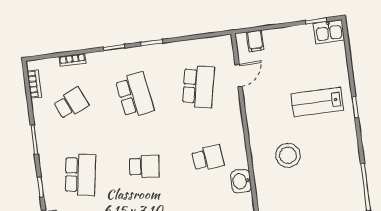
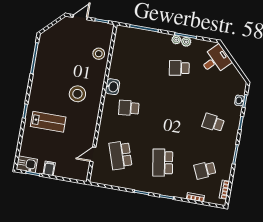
filing cabinet: (255, 41) -> (49, 168), moved
school desk: (199, 87) -> (121, 155), turned -30
school desk: (144, 166) -> (171, 115), removed
school desk: (80, 175) -> (213, 123), width x0.54

